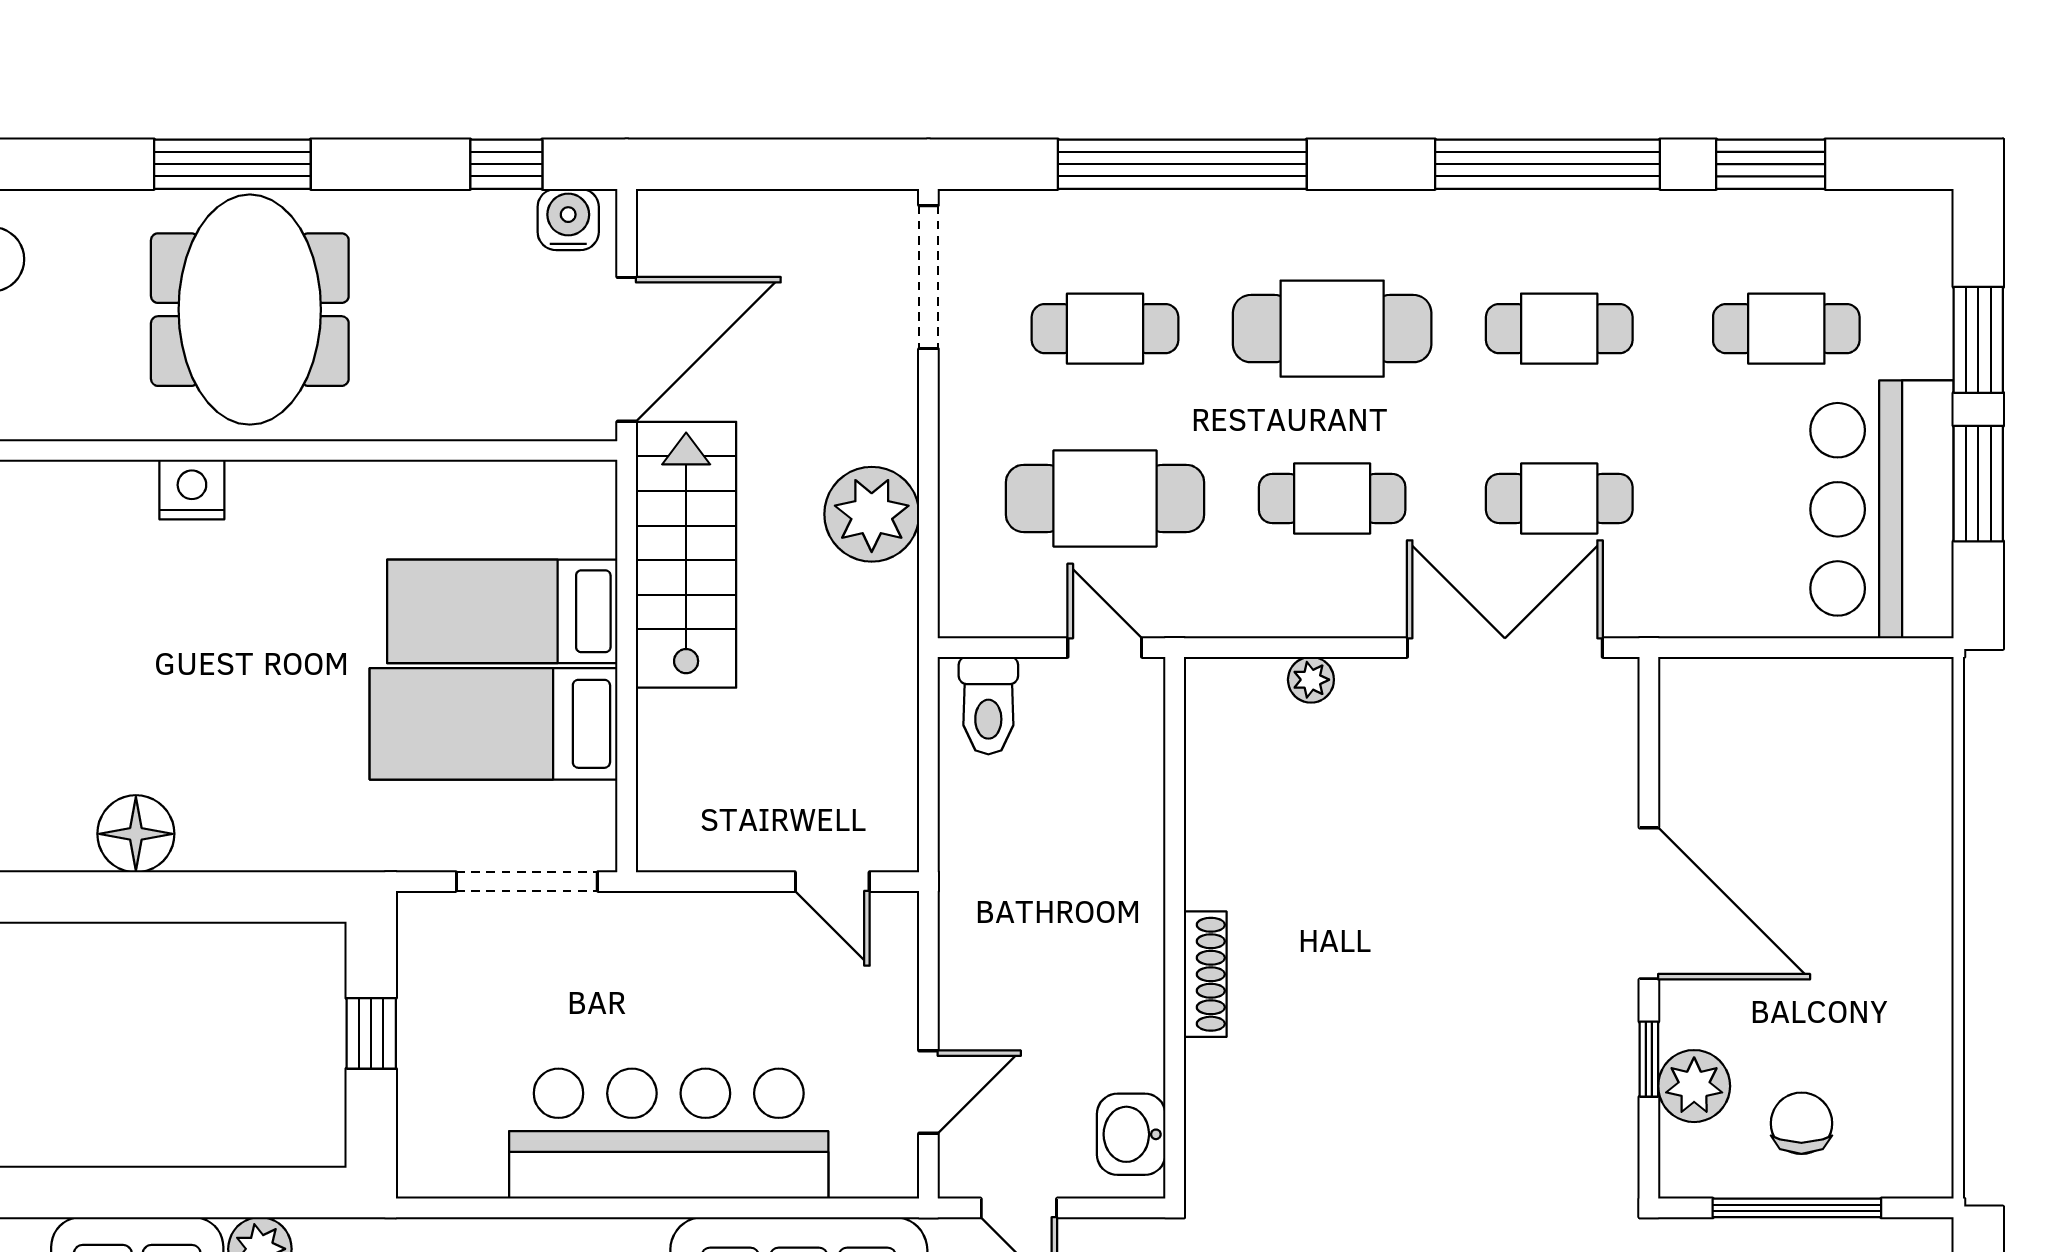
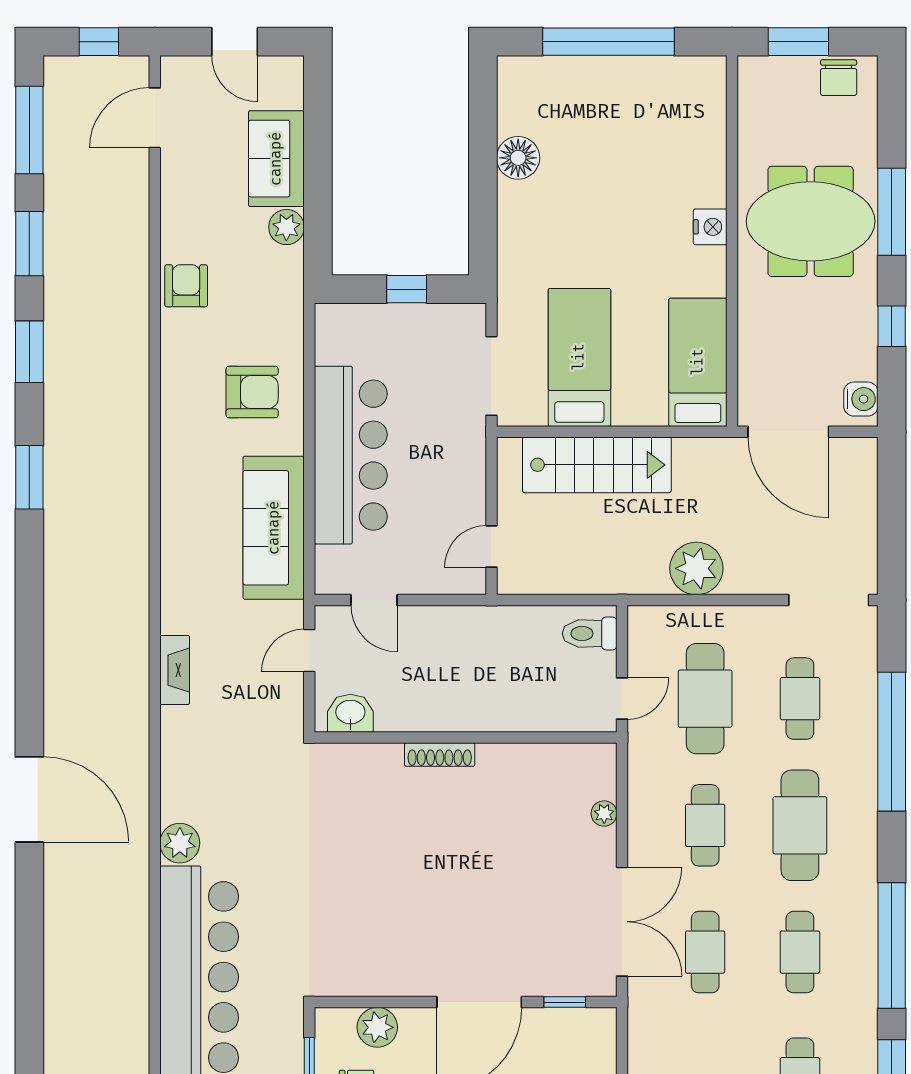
window: (506, 164) -> (892, 326), moved
nightstand: (192, 490) -> (710, 227), moved
stairs: (686, 555) -> (597, 465), moved
bed: (502, 611) -> (698, 362), moved
window: (1649, 1059) -> (565, 1002), moved

